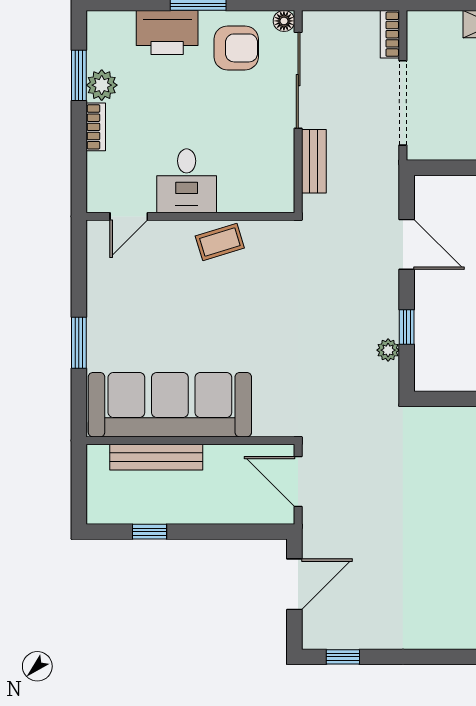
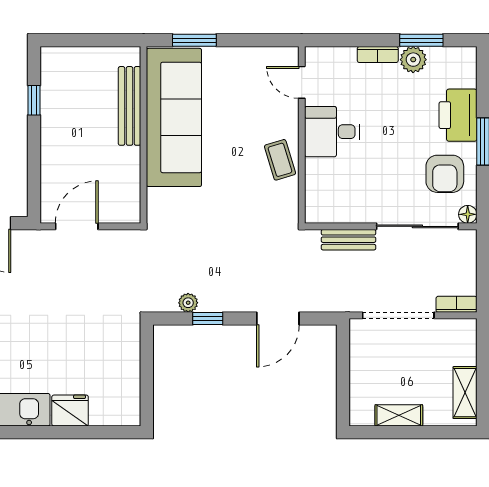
sofa: (170, 405) -> (174, 117), moved
wall: (190, 441) -> (144, 135), moved
bench: (156, 457) -> (130, 106), moved

